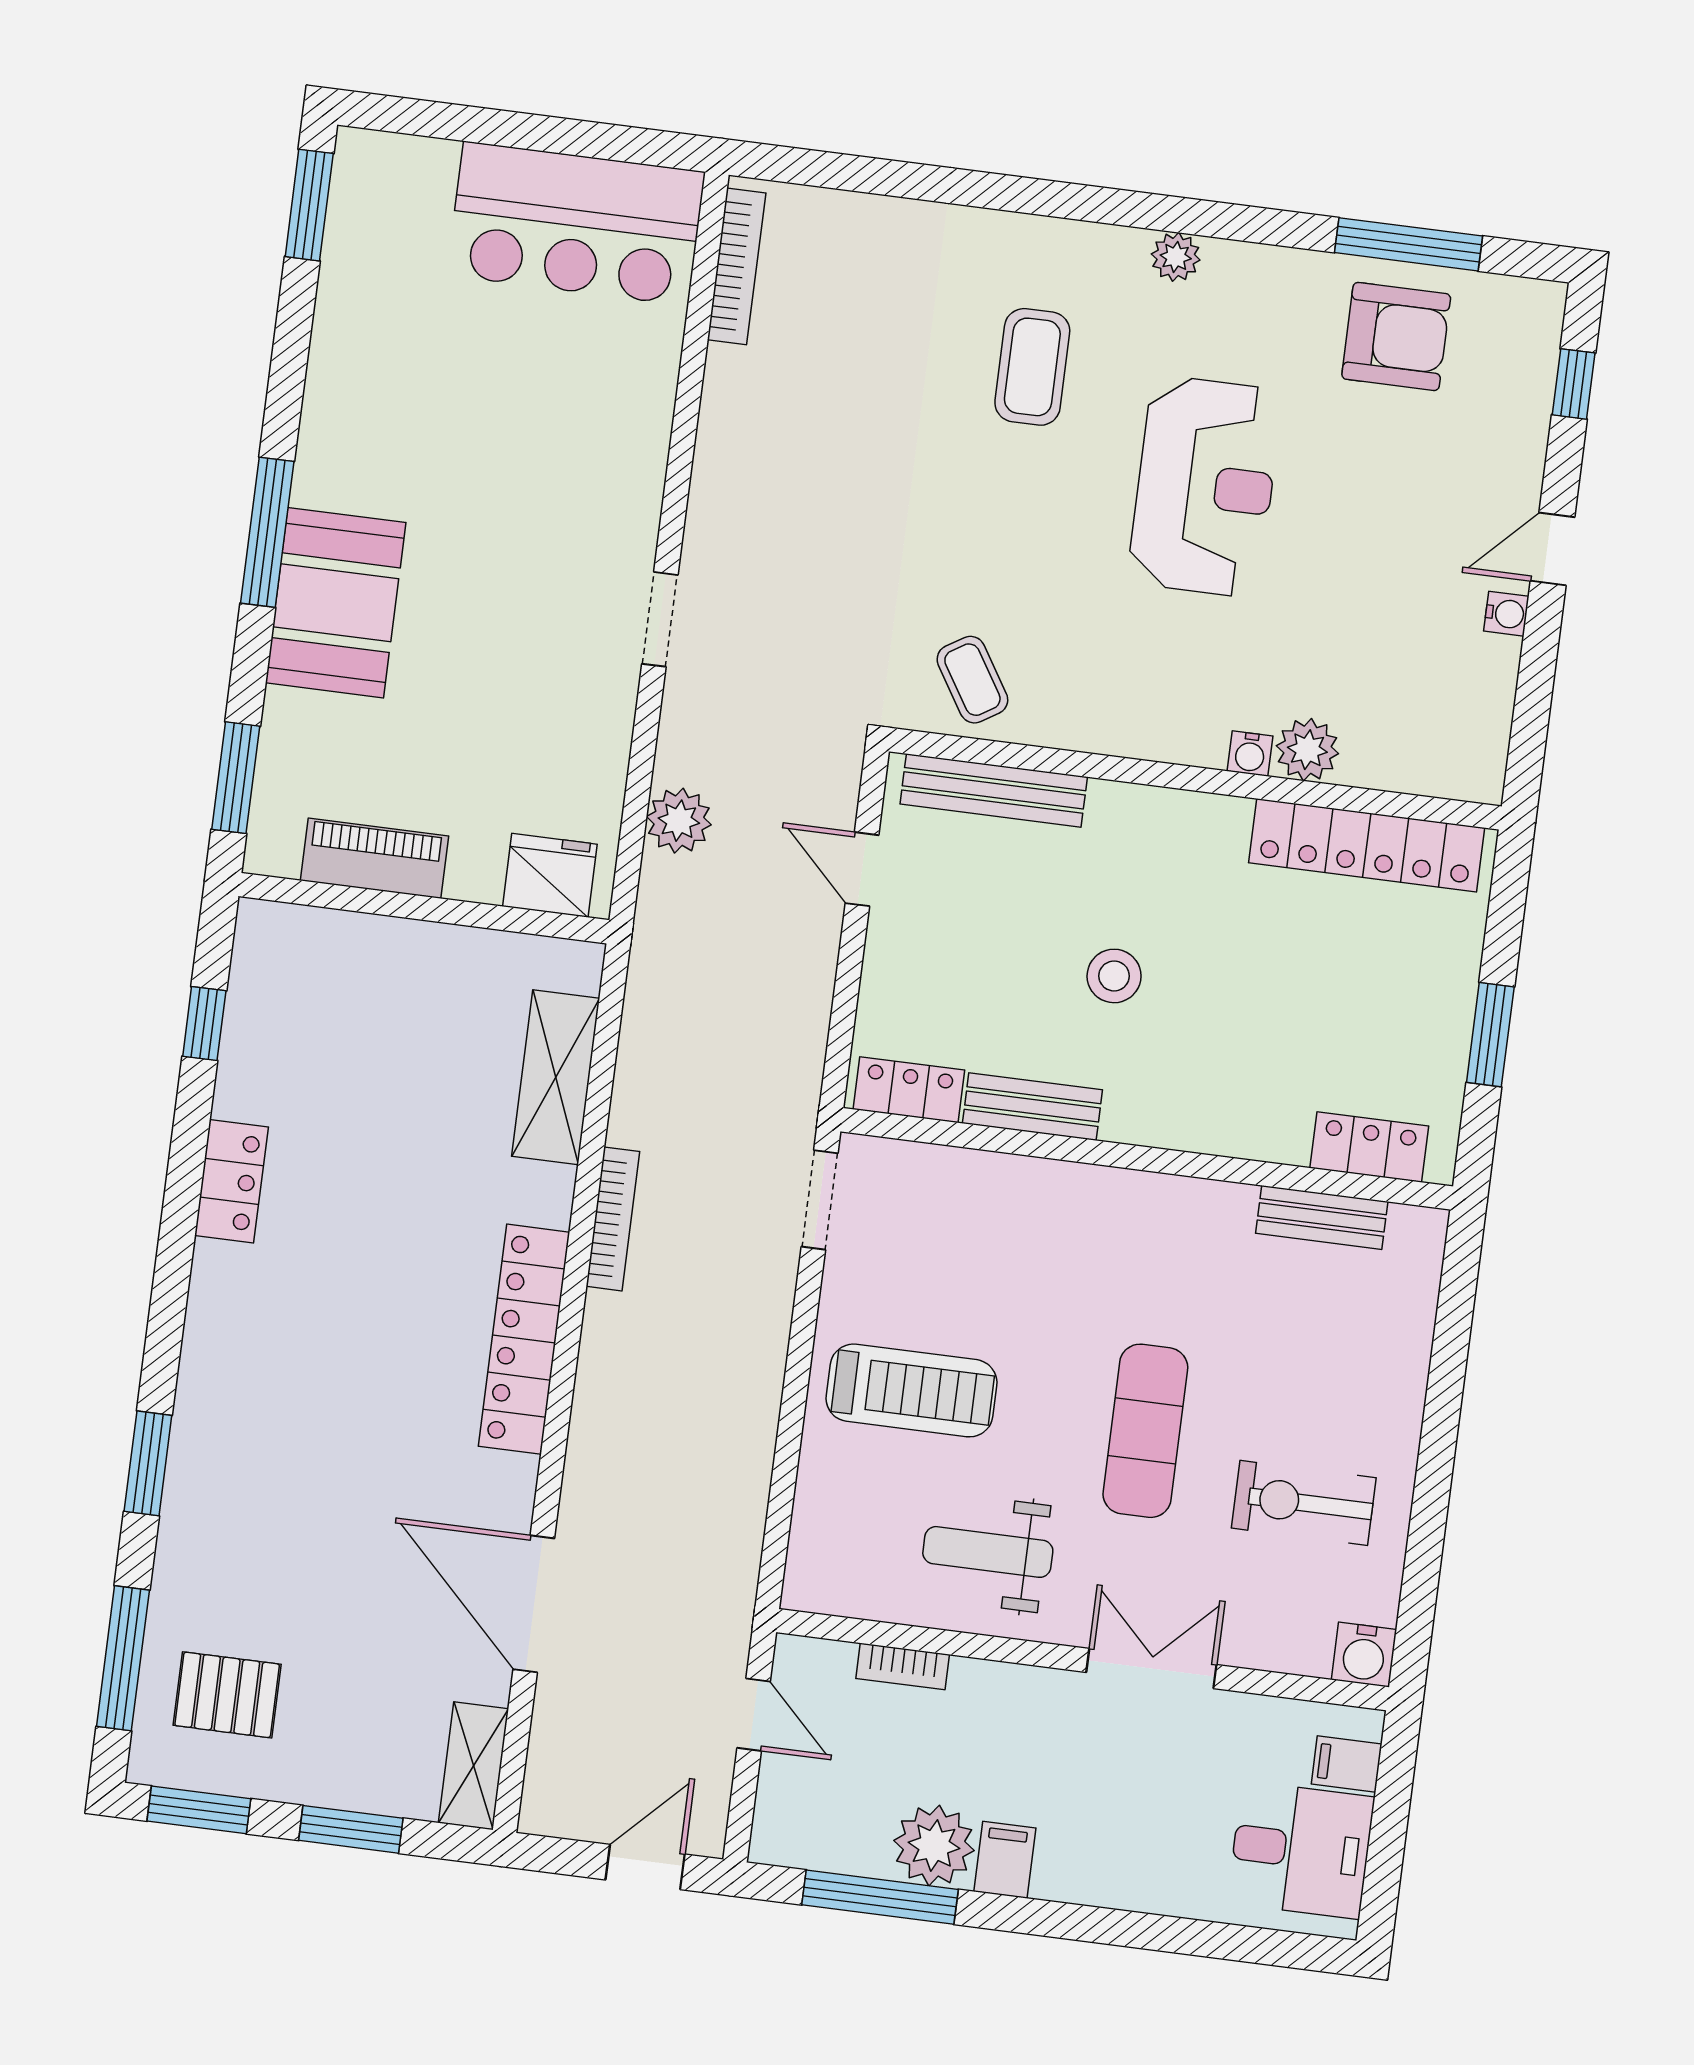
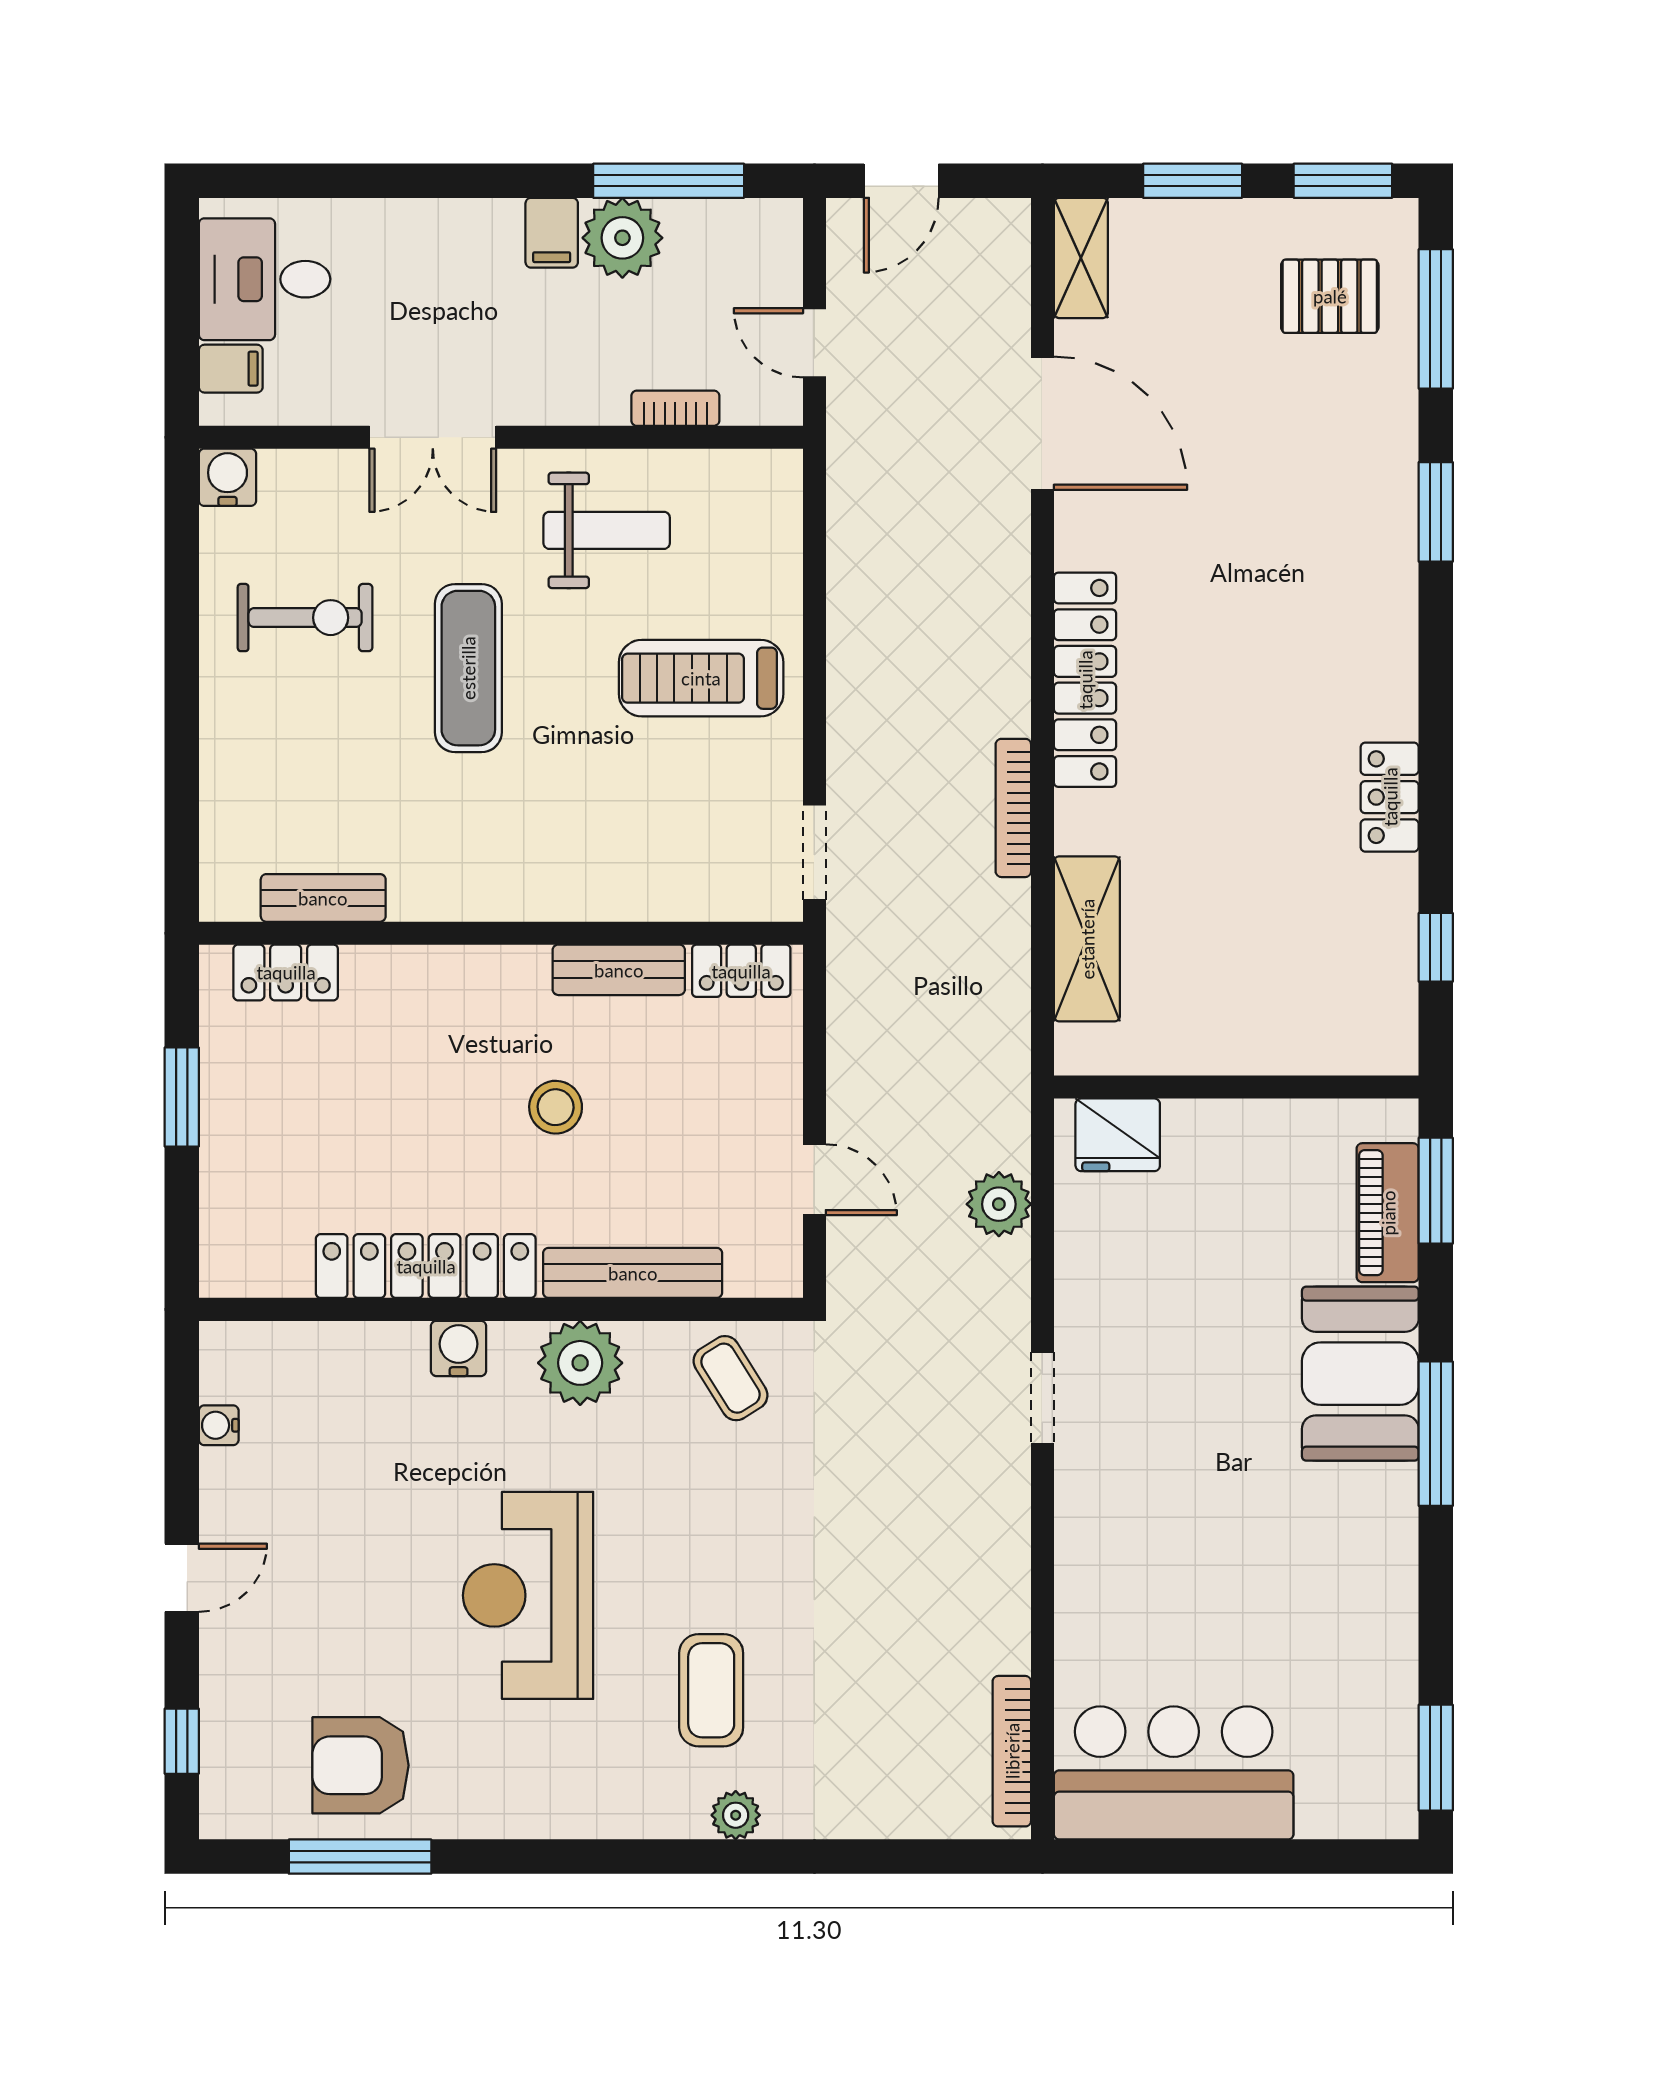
plant: (1176, 257) -> (736, 1815), moved
water cooler: (1506, 614) -> (219, 1425), moved
plant: (1307, 750) -> (580, 1363), moved, width x1.36, depth x1.36
water cooler: (1250, 754) -> (459, 1348), width x1.38, depth x1.38
bench: (994, 790) -> (633, 1273), moved
locker: (1367, 845) -> (426, 1266), moved
piano: (375, 858) -> (1388, 1213), moved, turned 90

